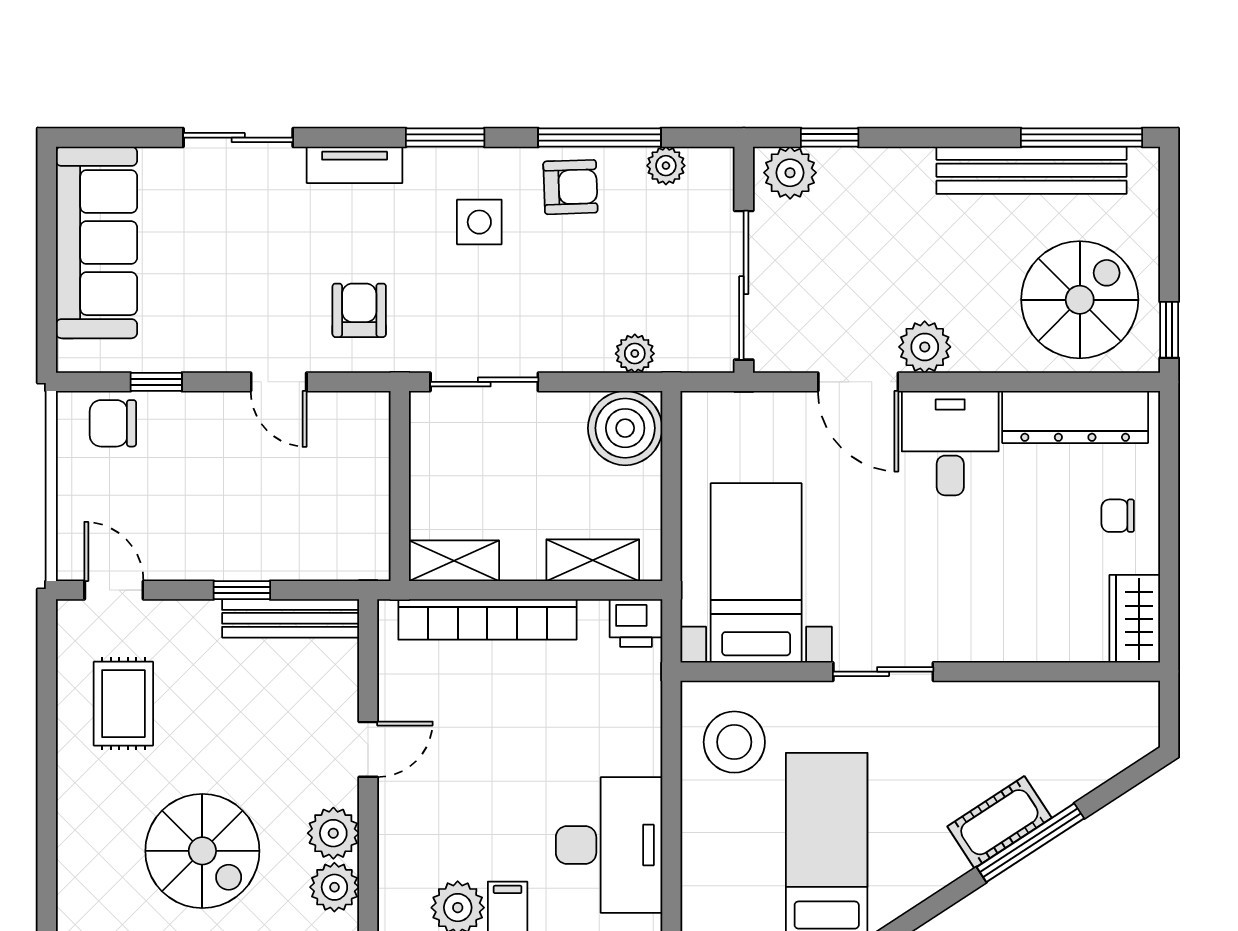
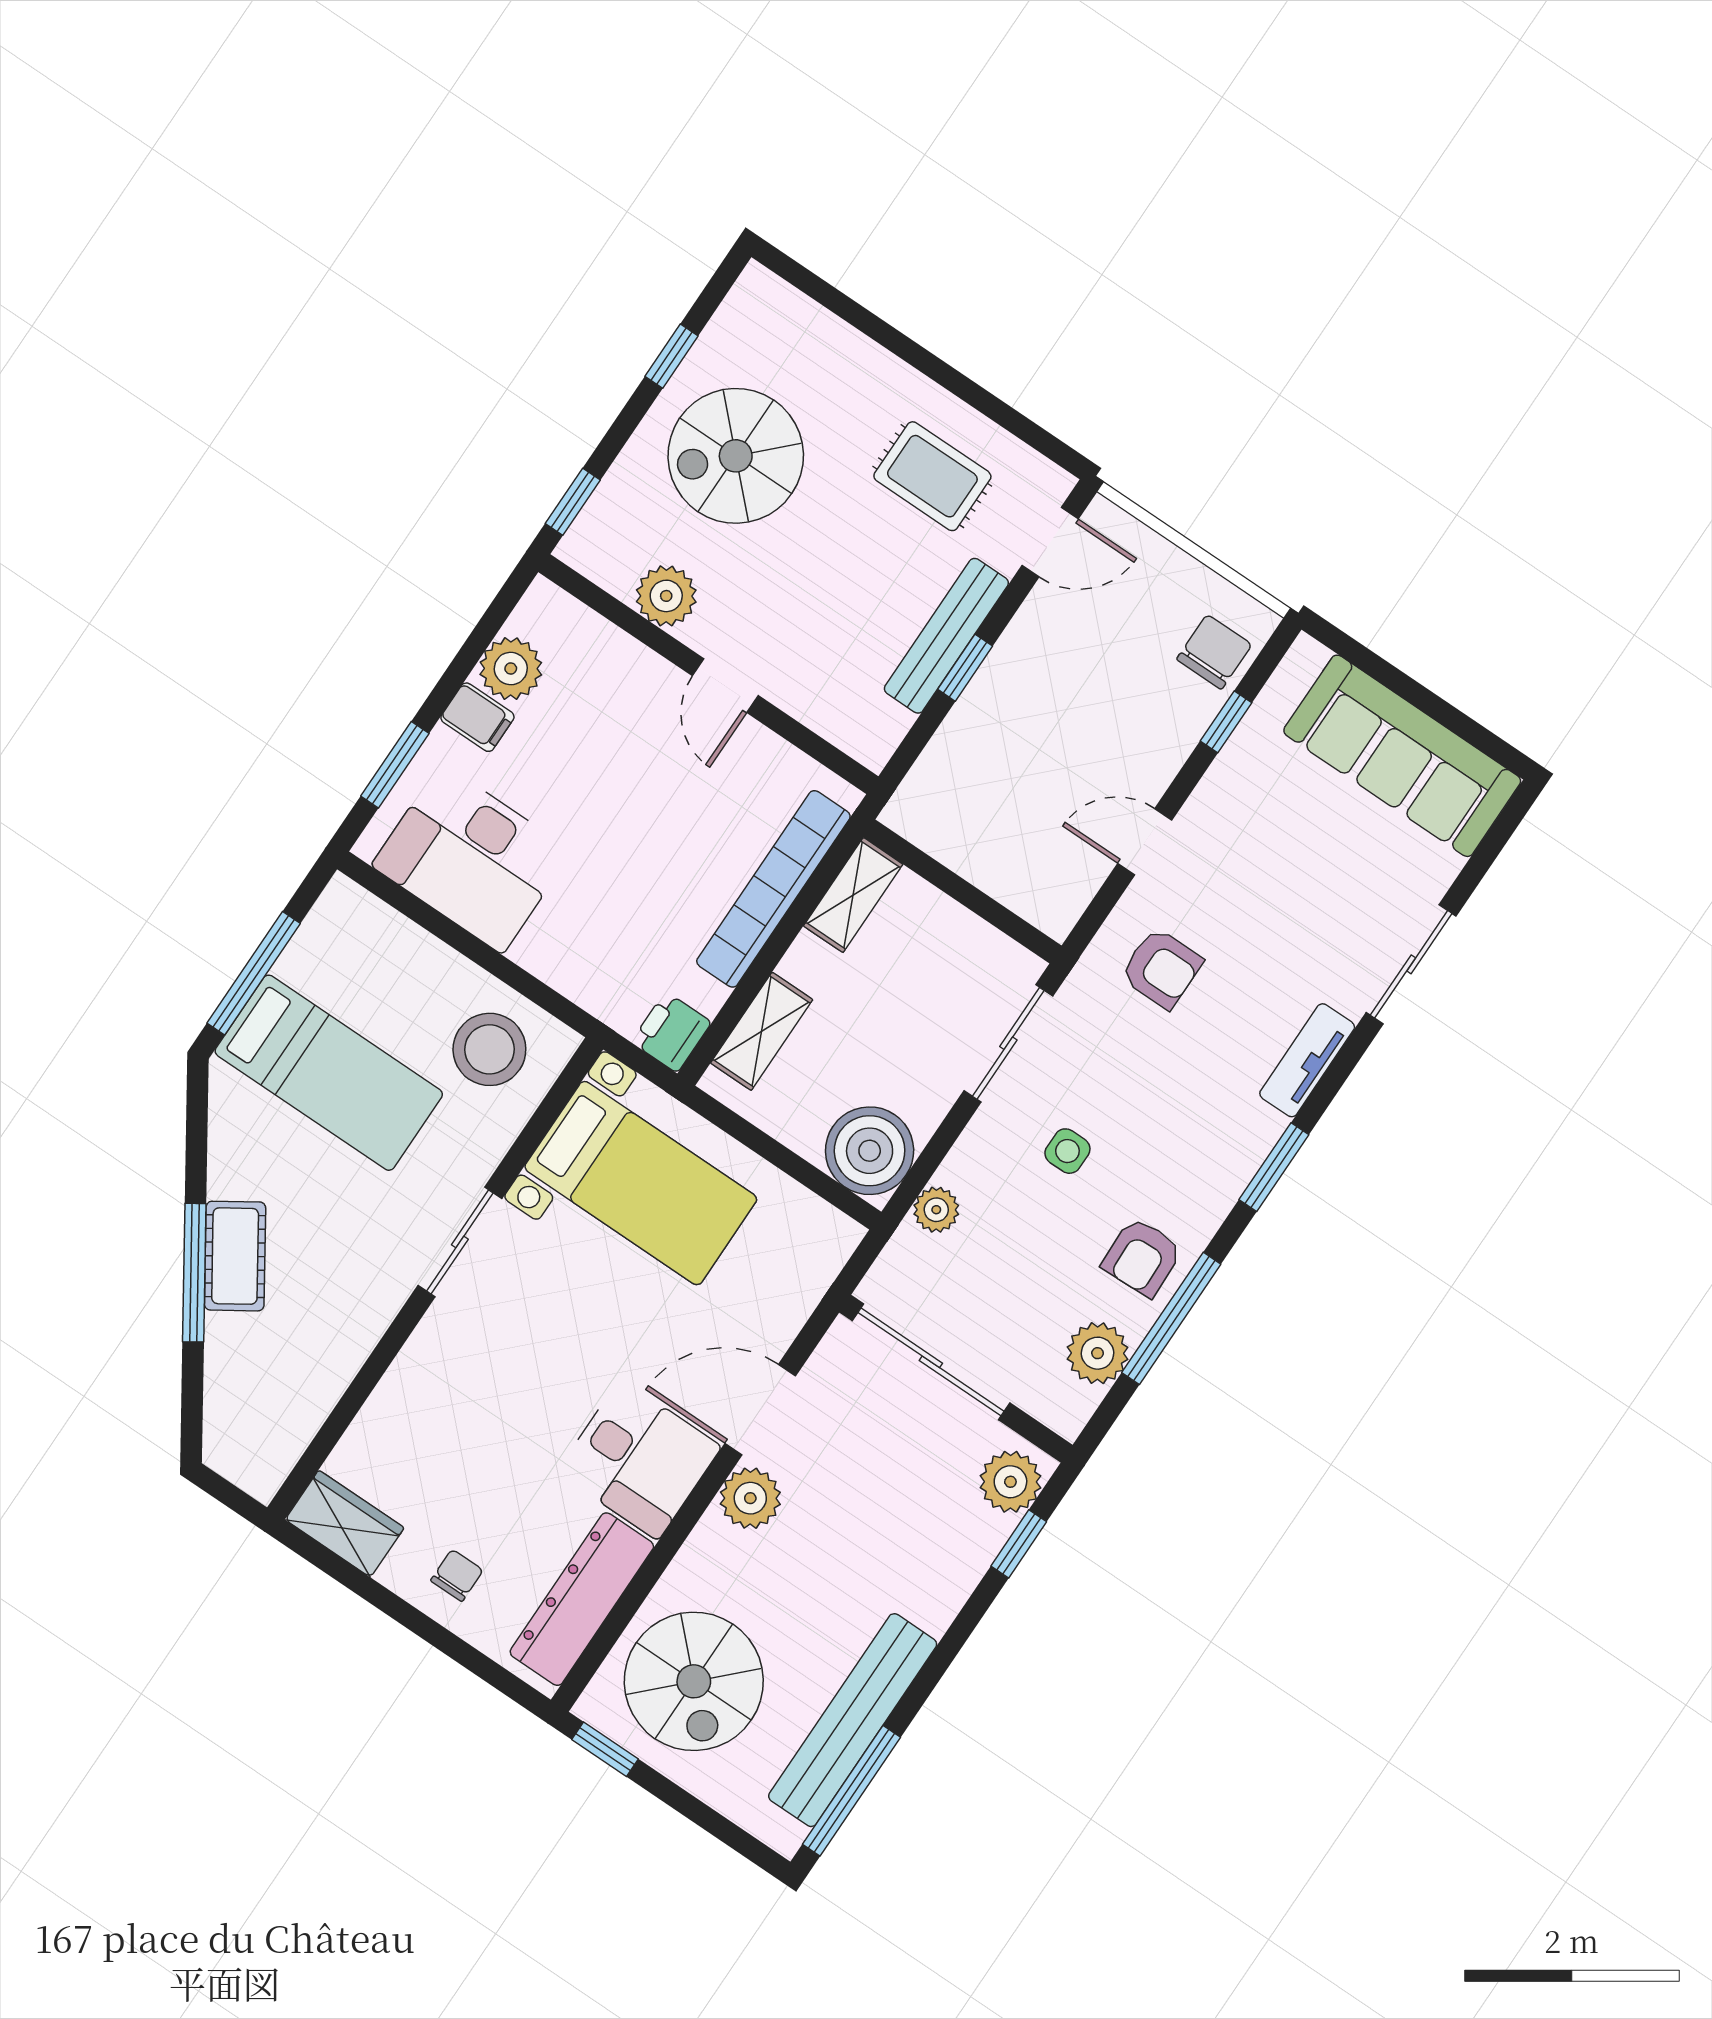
plant: (666, 166) -> (1098, 1353), width x1.38, depth x1.38
side table: (479, 222) -> (1067, 1151), moved, width x0.73, depth x0.73
bench: (291, 618) -> (946, 636), moved
plant: (334, 887) -> (613, 561), removed

